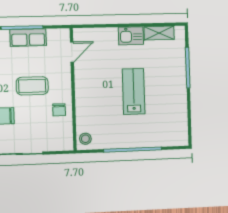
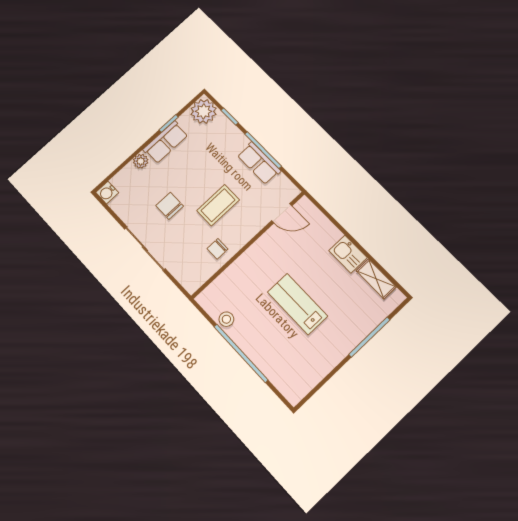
coffee table: (32, 86) -> (218, 205), turned 90
lab bench: (134, 91) -> (297, 304), turned -90
stool: (85, 139) -> (226, 319), moved

